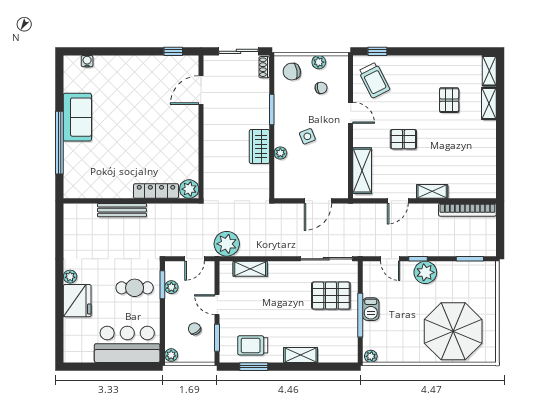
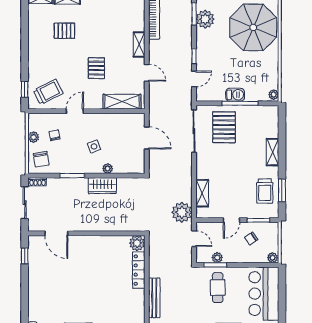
plant: (425, 272) -> (205, 19), moved

